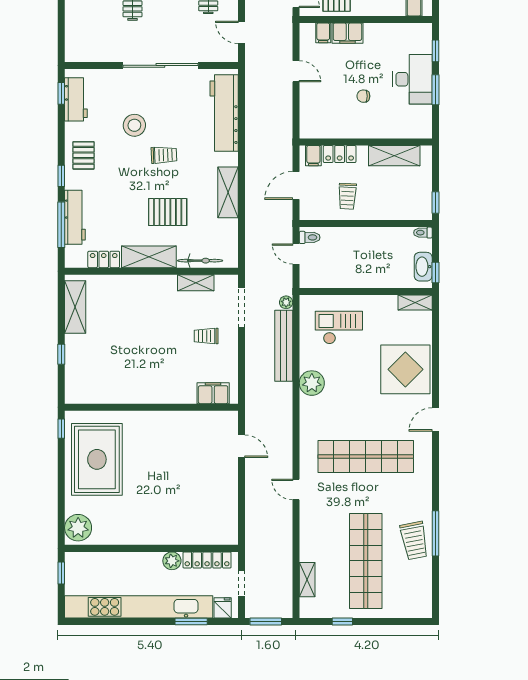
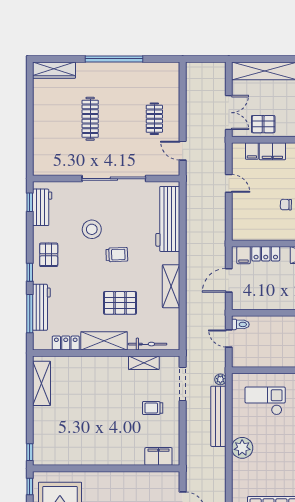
trolley: (347, 196) -> (272, 289), removed
window: (61, 354) -> (30, 452), moved

